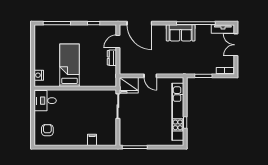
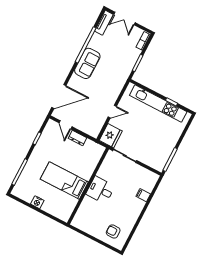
nightstand: (39, 75) -> (37, 202), moved
desk: (45, 101) -> (100, 190), moved, turned 90

